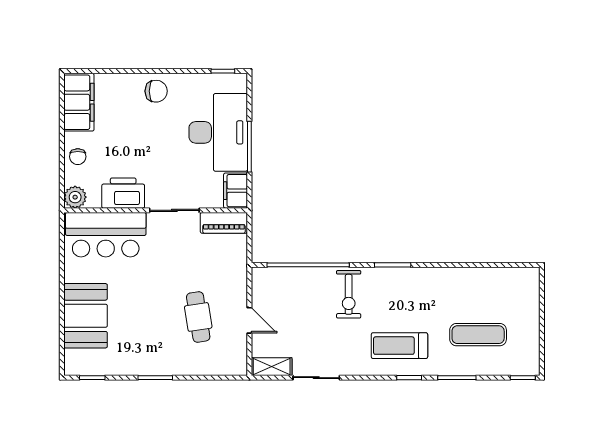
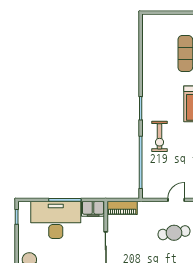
piano: (224, 223) -> (122, 208), moved, turned 90
exercise bike: (349, 294) -> (159, 136), turned 90

